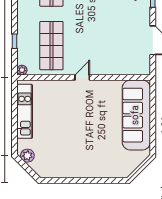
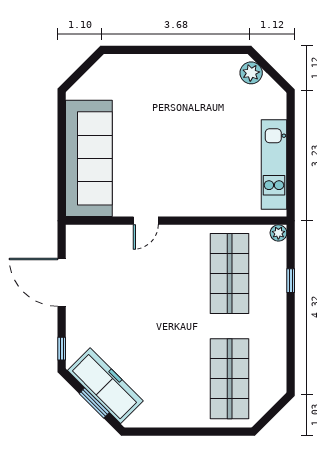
door: (82, 77) -> (146, 221), moved
plant: (27, 156) -> (251, 73), moved

